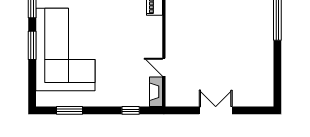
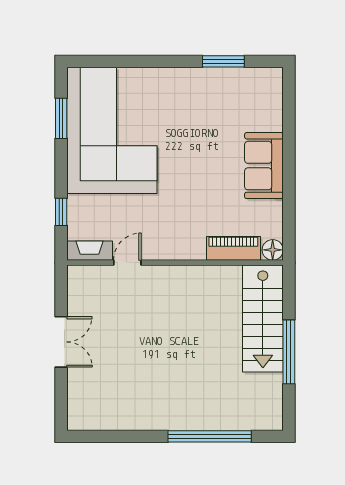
window: (32, 45) -> (161, 61), removed
corner sofa: (65, 49) -> (112, 130), moved, turned -90

